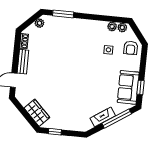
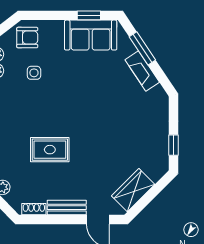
rug: (60, 55) -> (50, 150), added
wardrobe: (37, 113) -> (133, 190), moved
window: (117, 119) -> (142, 48), width x0.69

